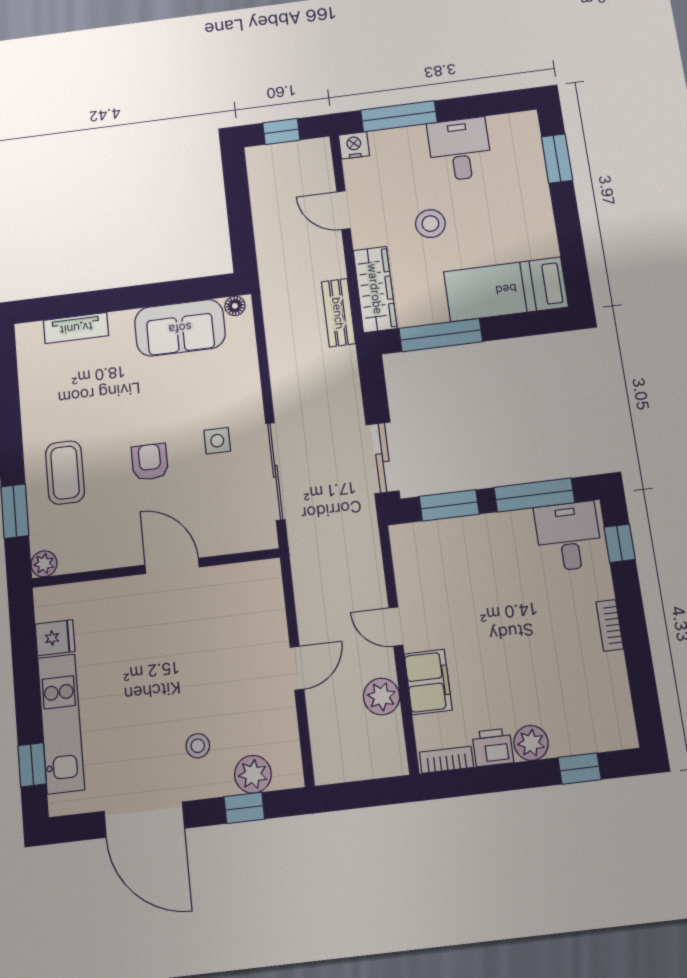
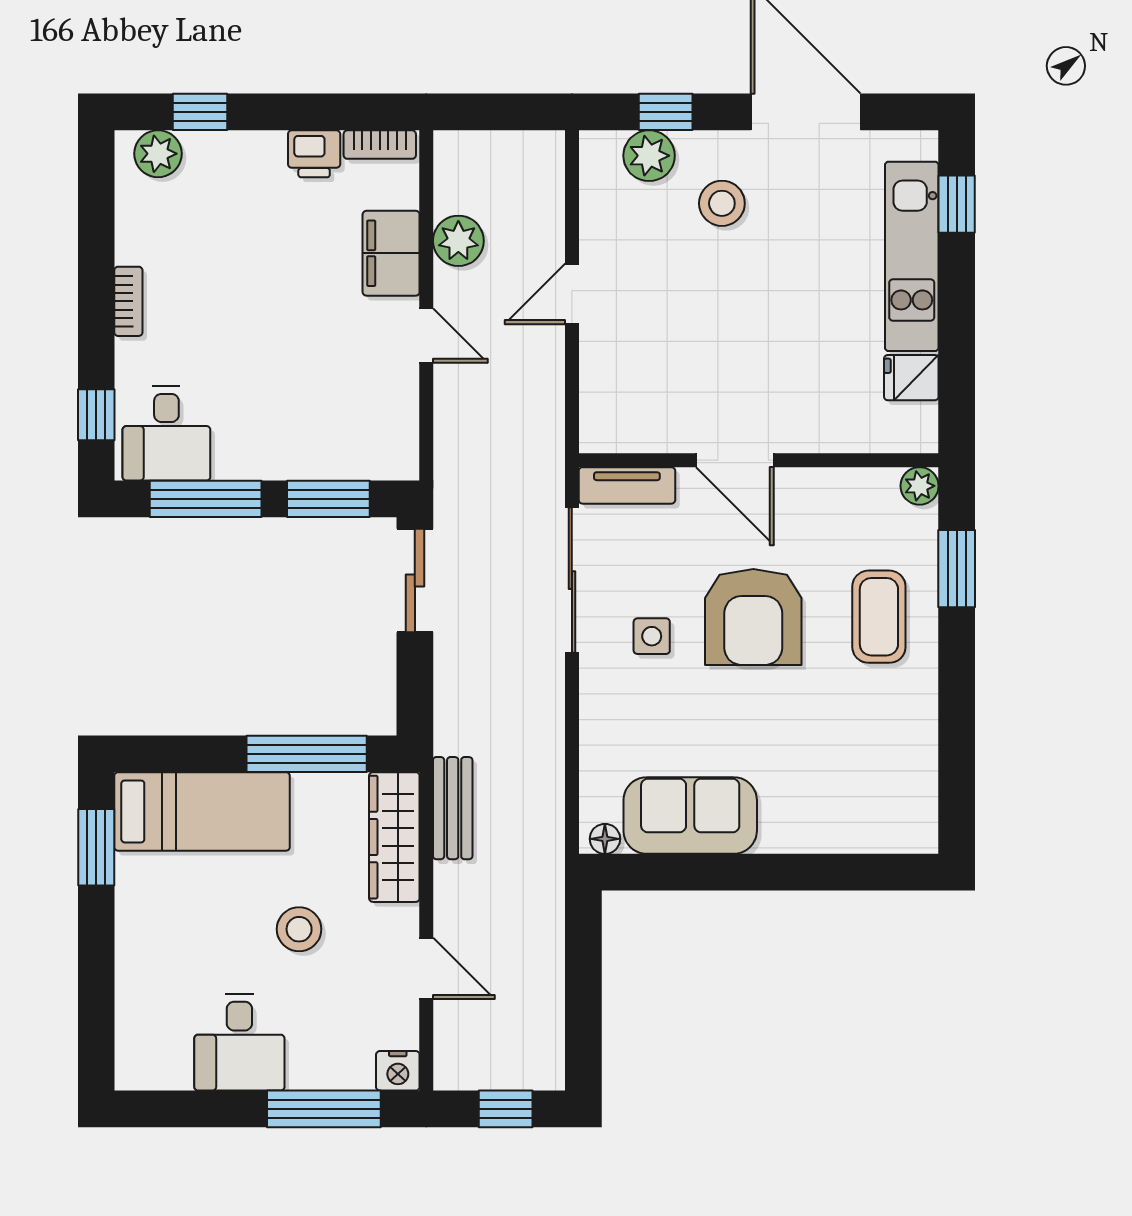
window: (557, 158) -> (96, 847), moved
tv unit: (76, 328) -> (627, 485), moved, turned 180
armchair: (150, 462) -> (753, 617), width x1.88, depth x1.88
plant: (531, 743) -> (158, 154), moved
stool: (198, 746) -> (722, 203), width x1.37, depth x1.37

